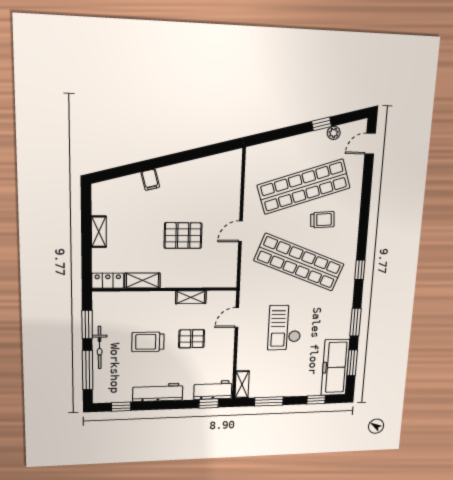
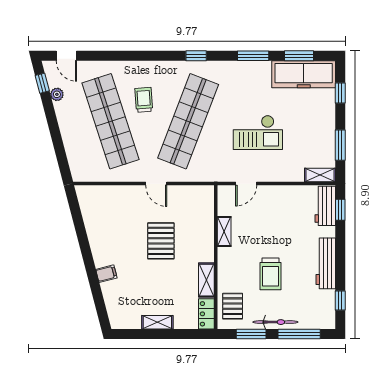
window: (321, 124) -> (42, 83), moved
door: (237, 317) -> (246, 184), hinge flipped
pallet: (192, 339) -> (233, 306), moved

